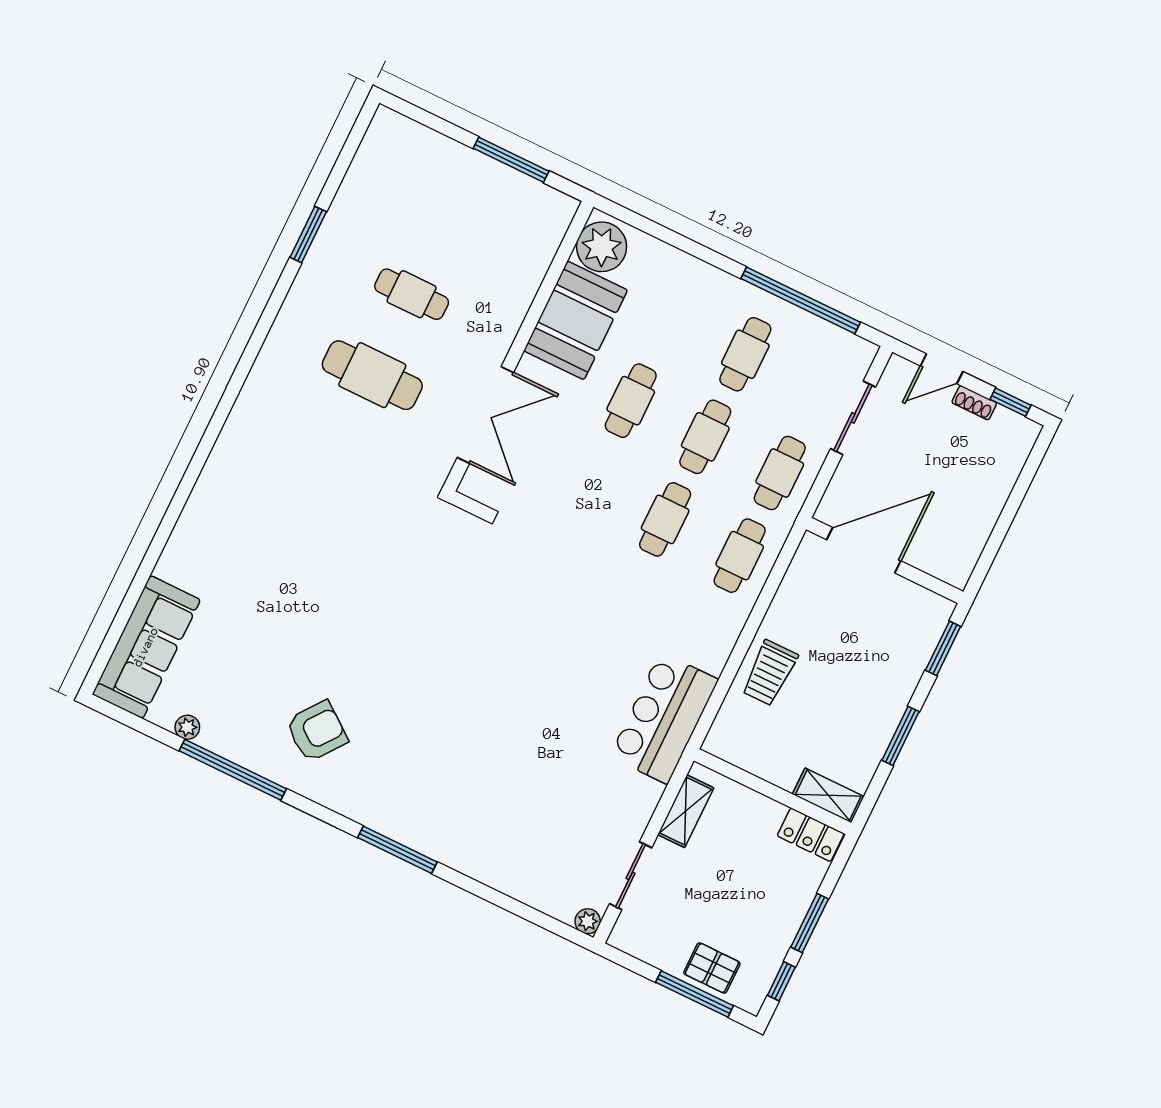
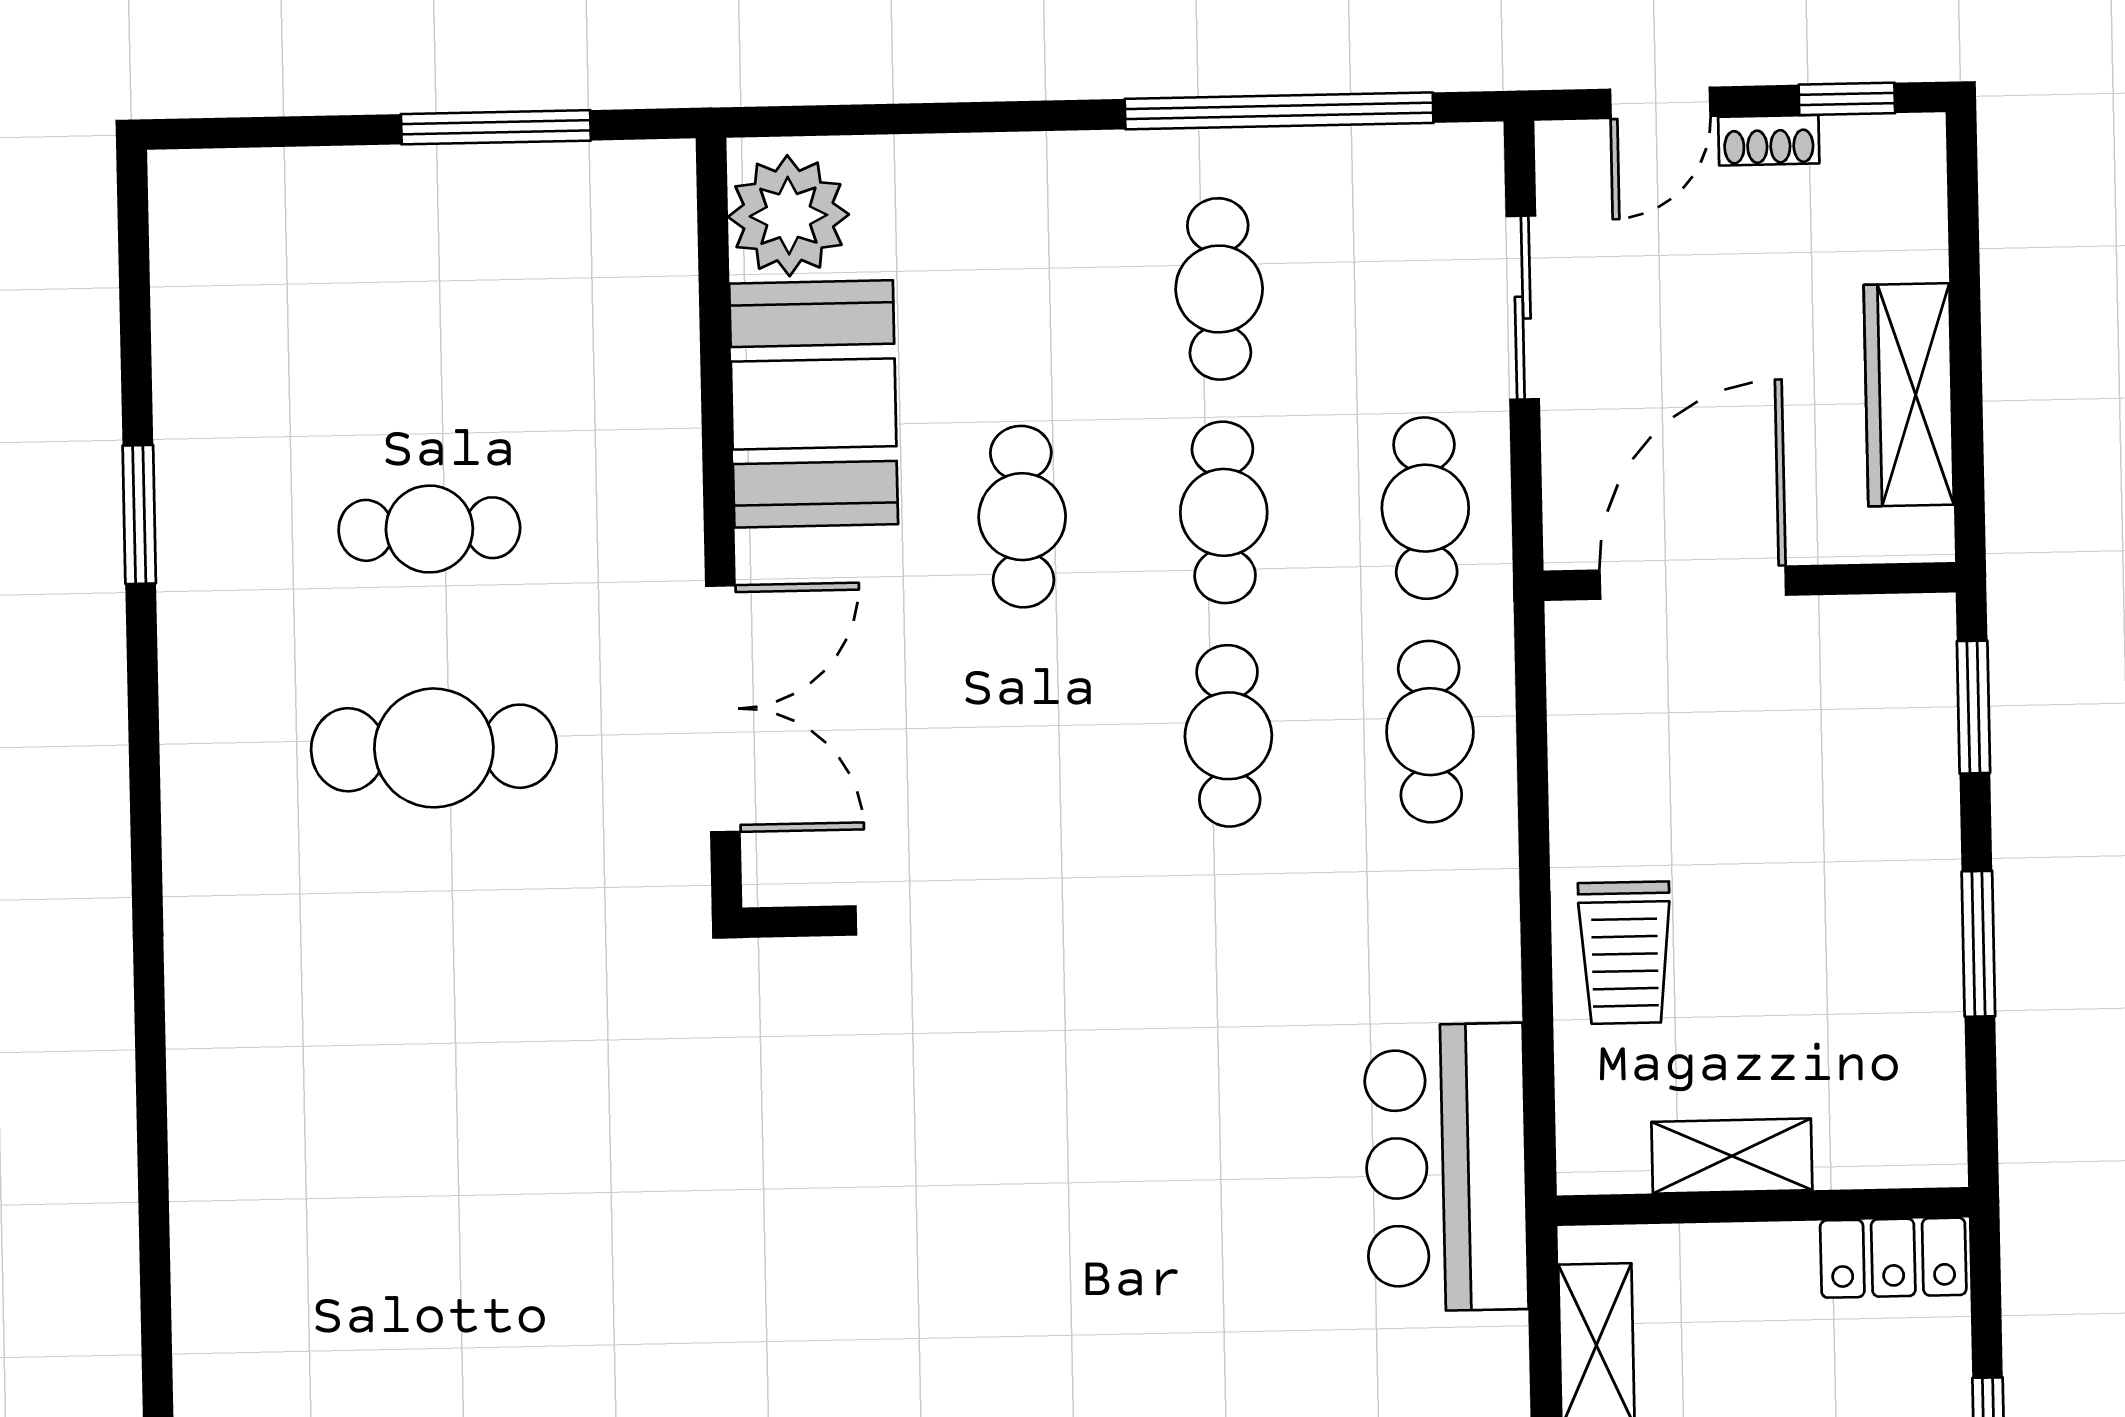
wardrobe: (978, 522) -> (1909, 395), added
shelving: (828, 795) -> (1732, 1156), moved

